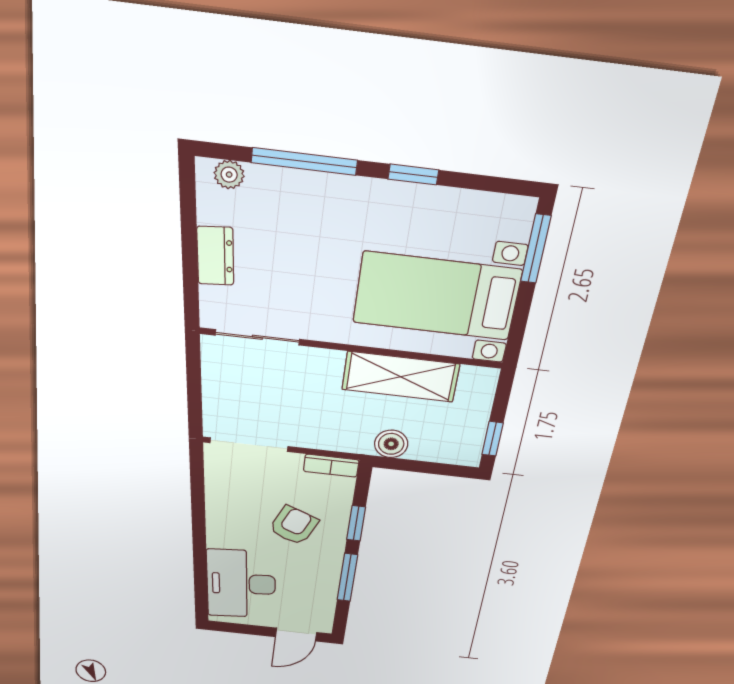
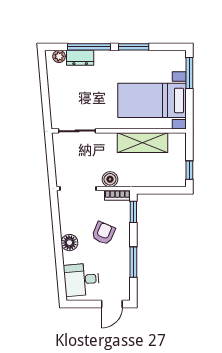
window: (413, 175) -> (134, 47), width x1.50
dresser: (215, 256) -> (80, 58), moved, turned 95
boiler: (391, 444) -> (110, 179), moved
window: (356, 523) -> (133, 212), moved
floor lamp: (223, 533) -> (69, 243), added
desk: (241, 584) -> (81, 280), width x0.73

